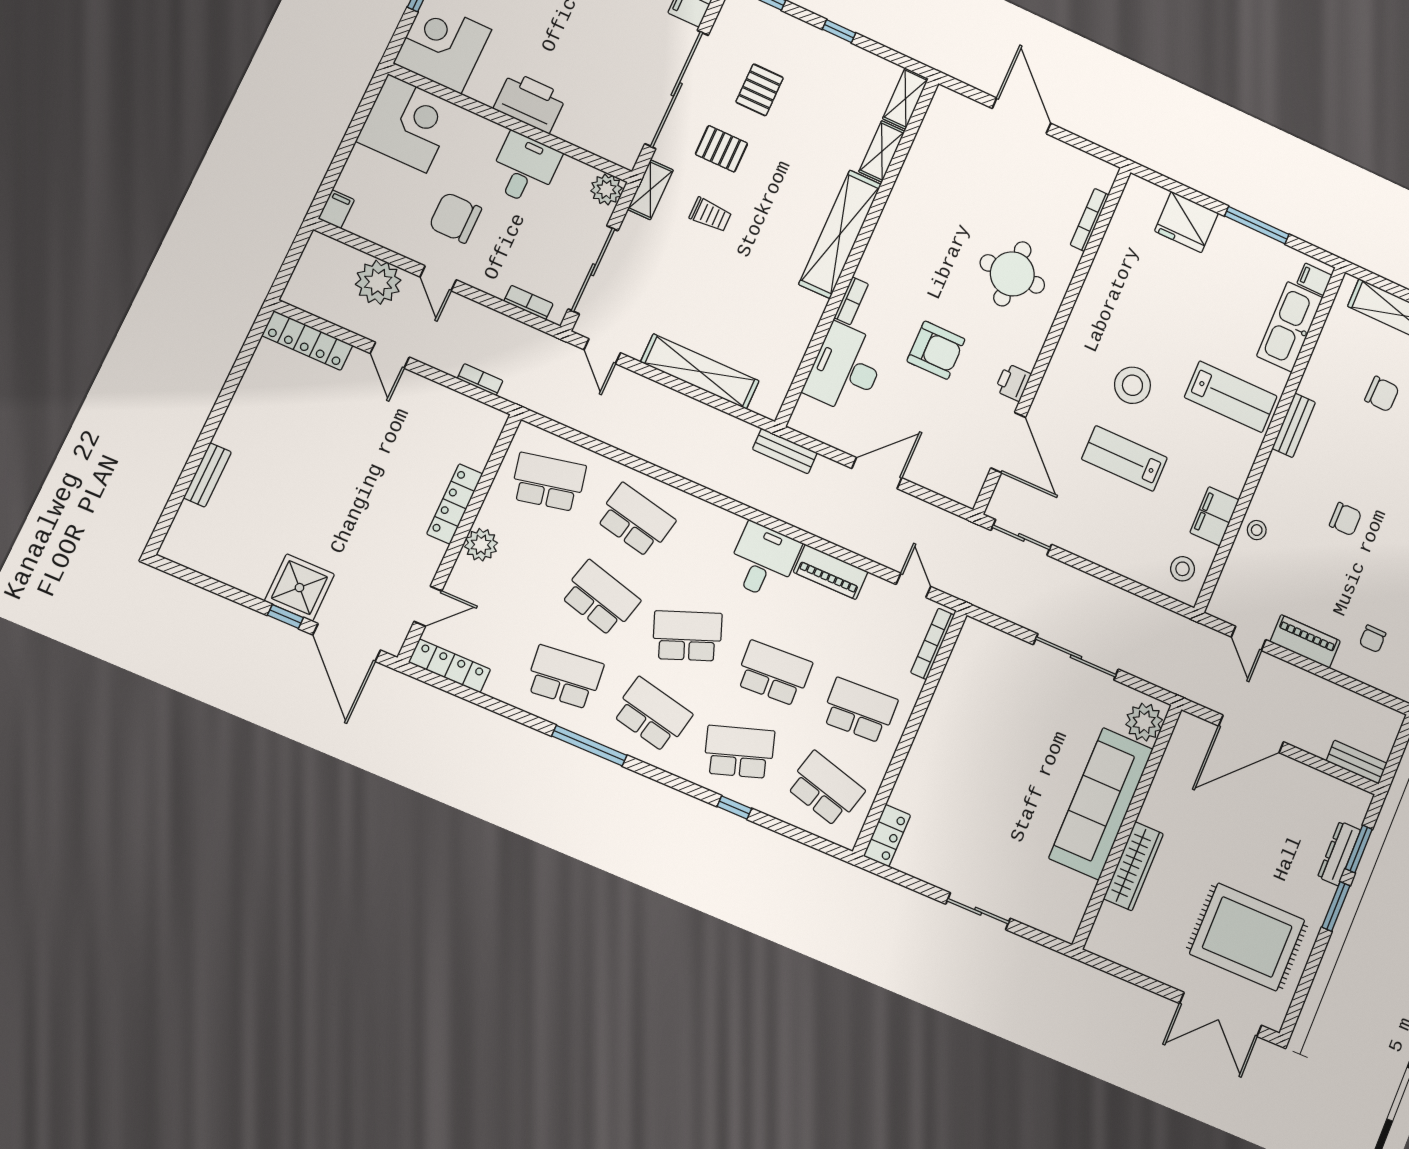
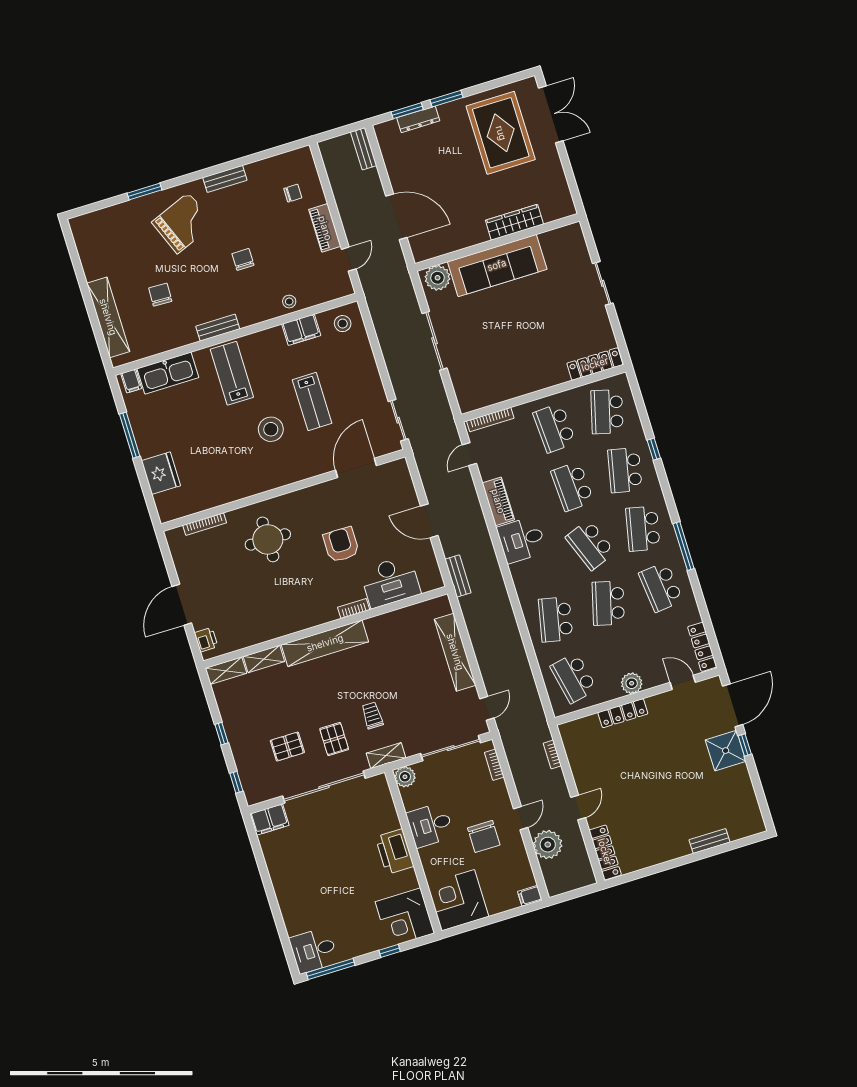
printer: (1013, 382) -> (206, 640), moved, turned -90
school desk: (739, 752) -> (625, 470), turned 30
locker: (887, 836) -> (595, 364), width x1.53

